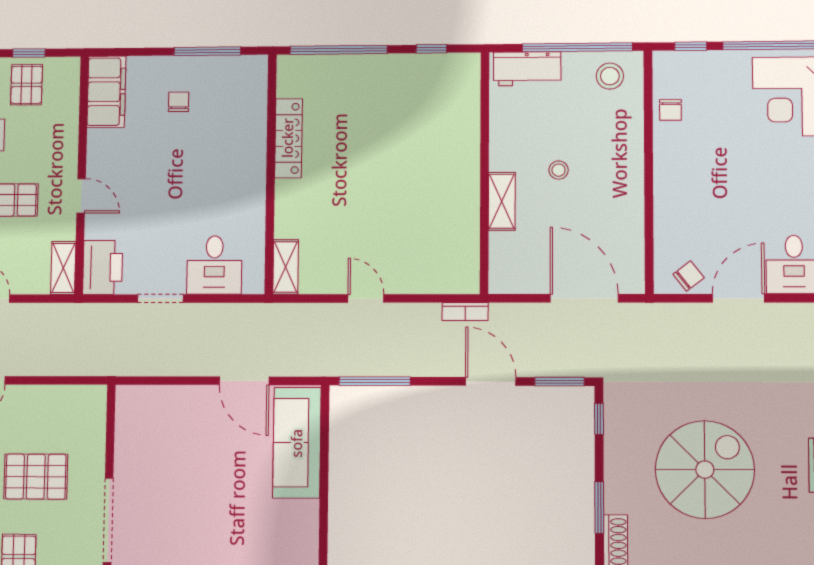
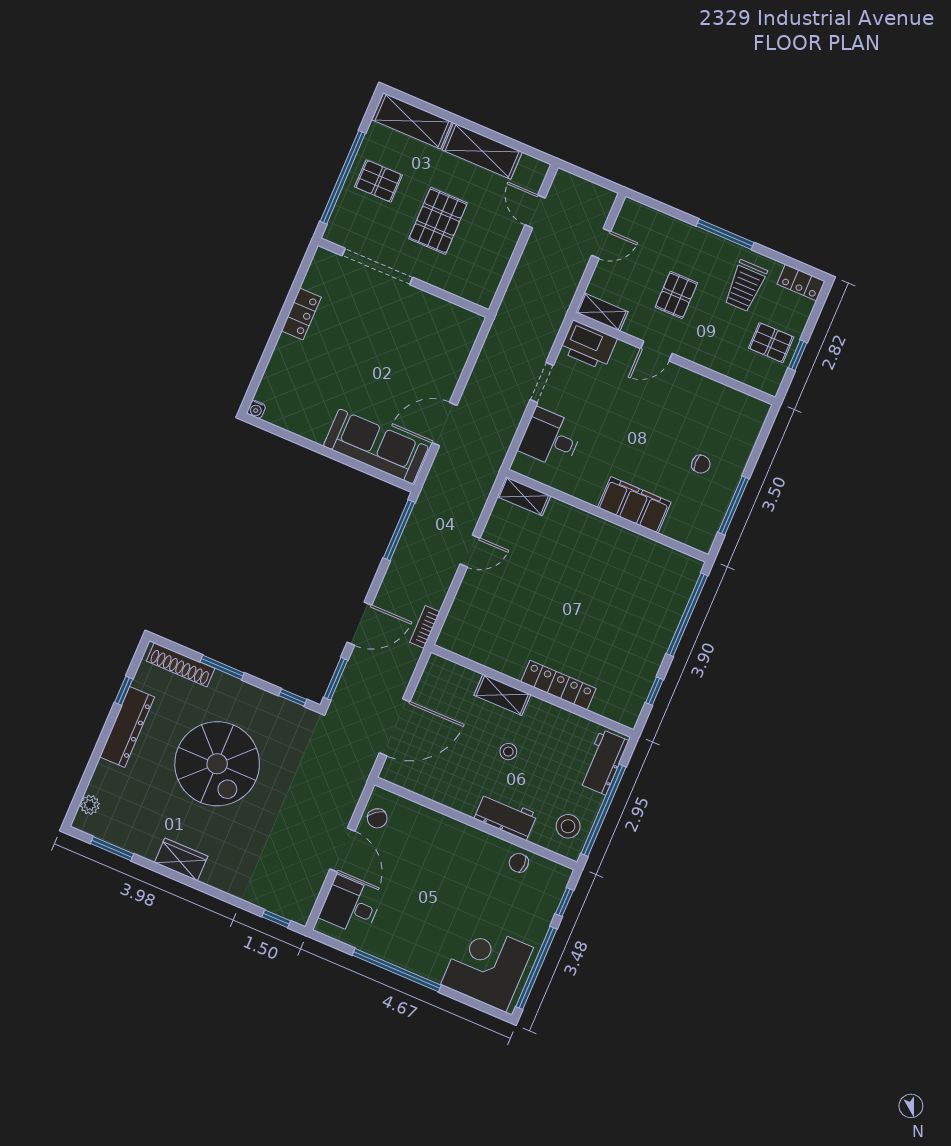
filing cabinet: (106, 92) -> (634, 505), moved, turned 180
locker: (288, 138) -> (558, 685), moved, turned 180
workbench: (628, 144) -> (506, 816), added

